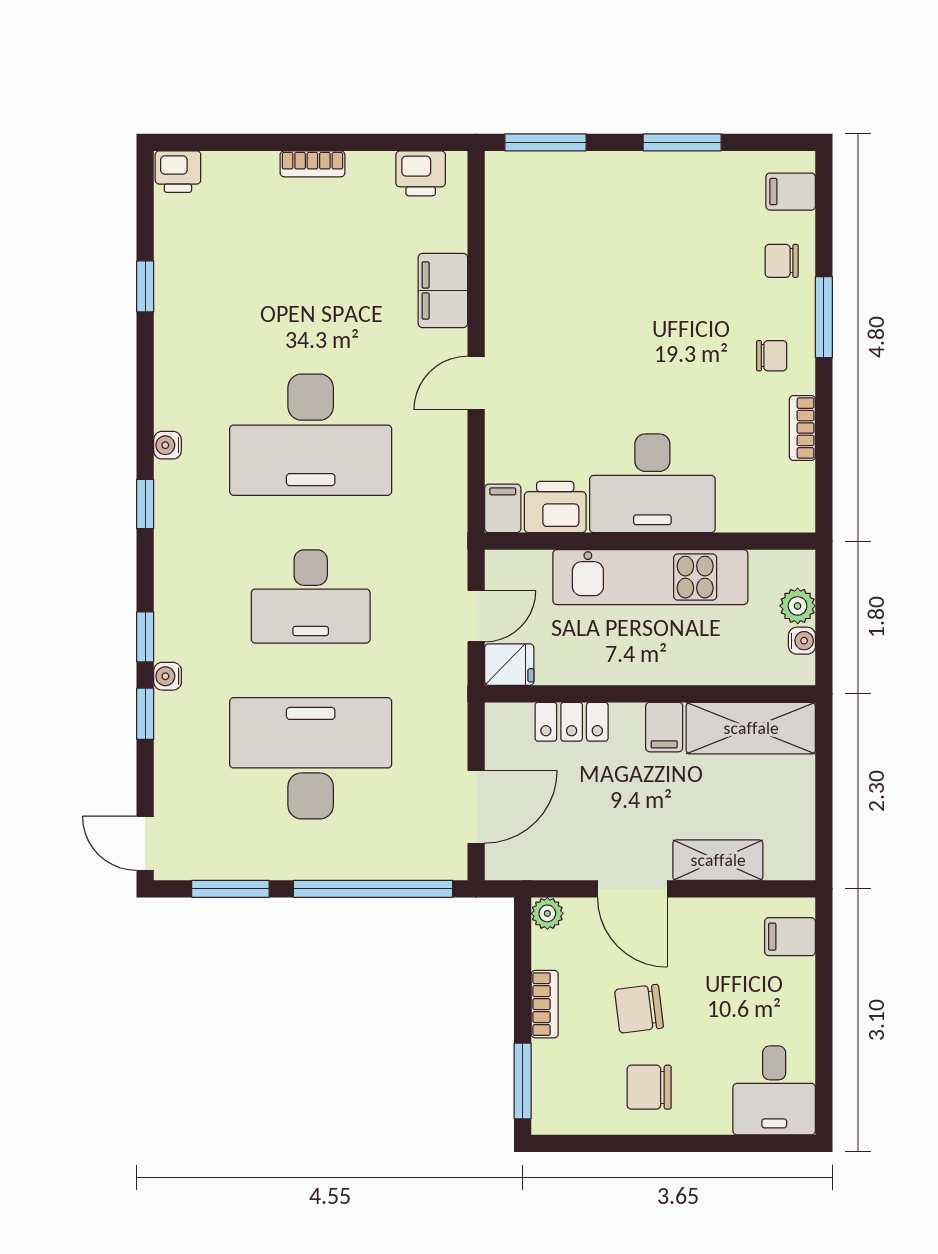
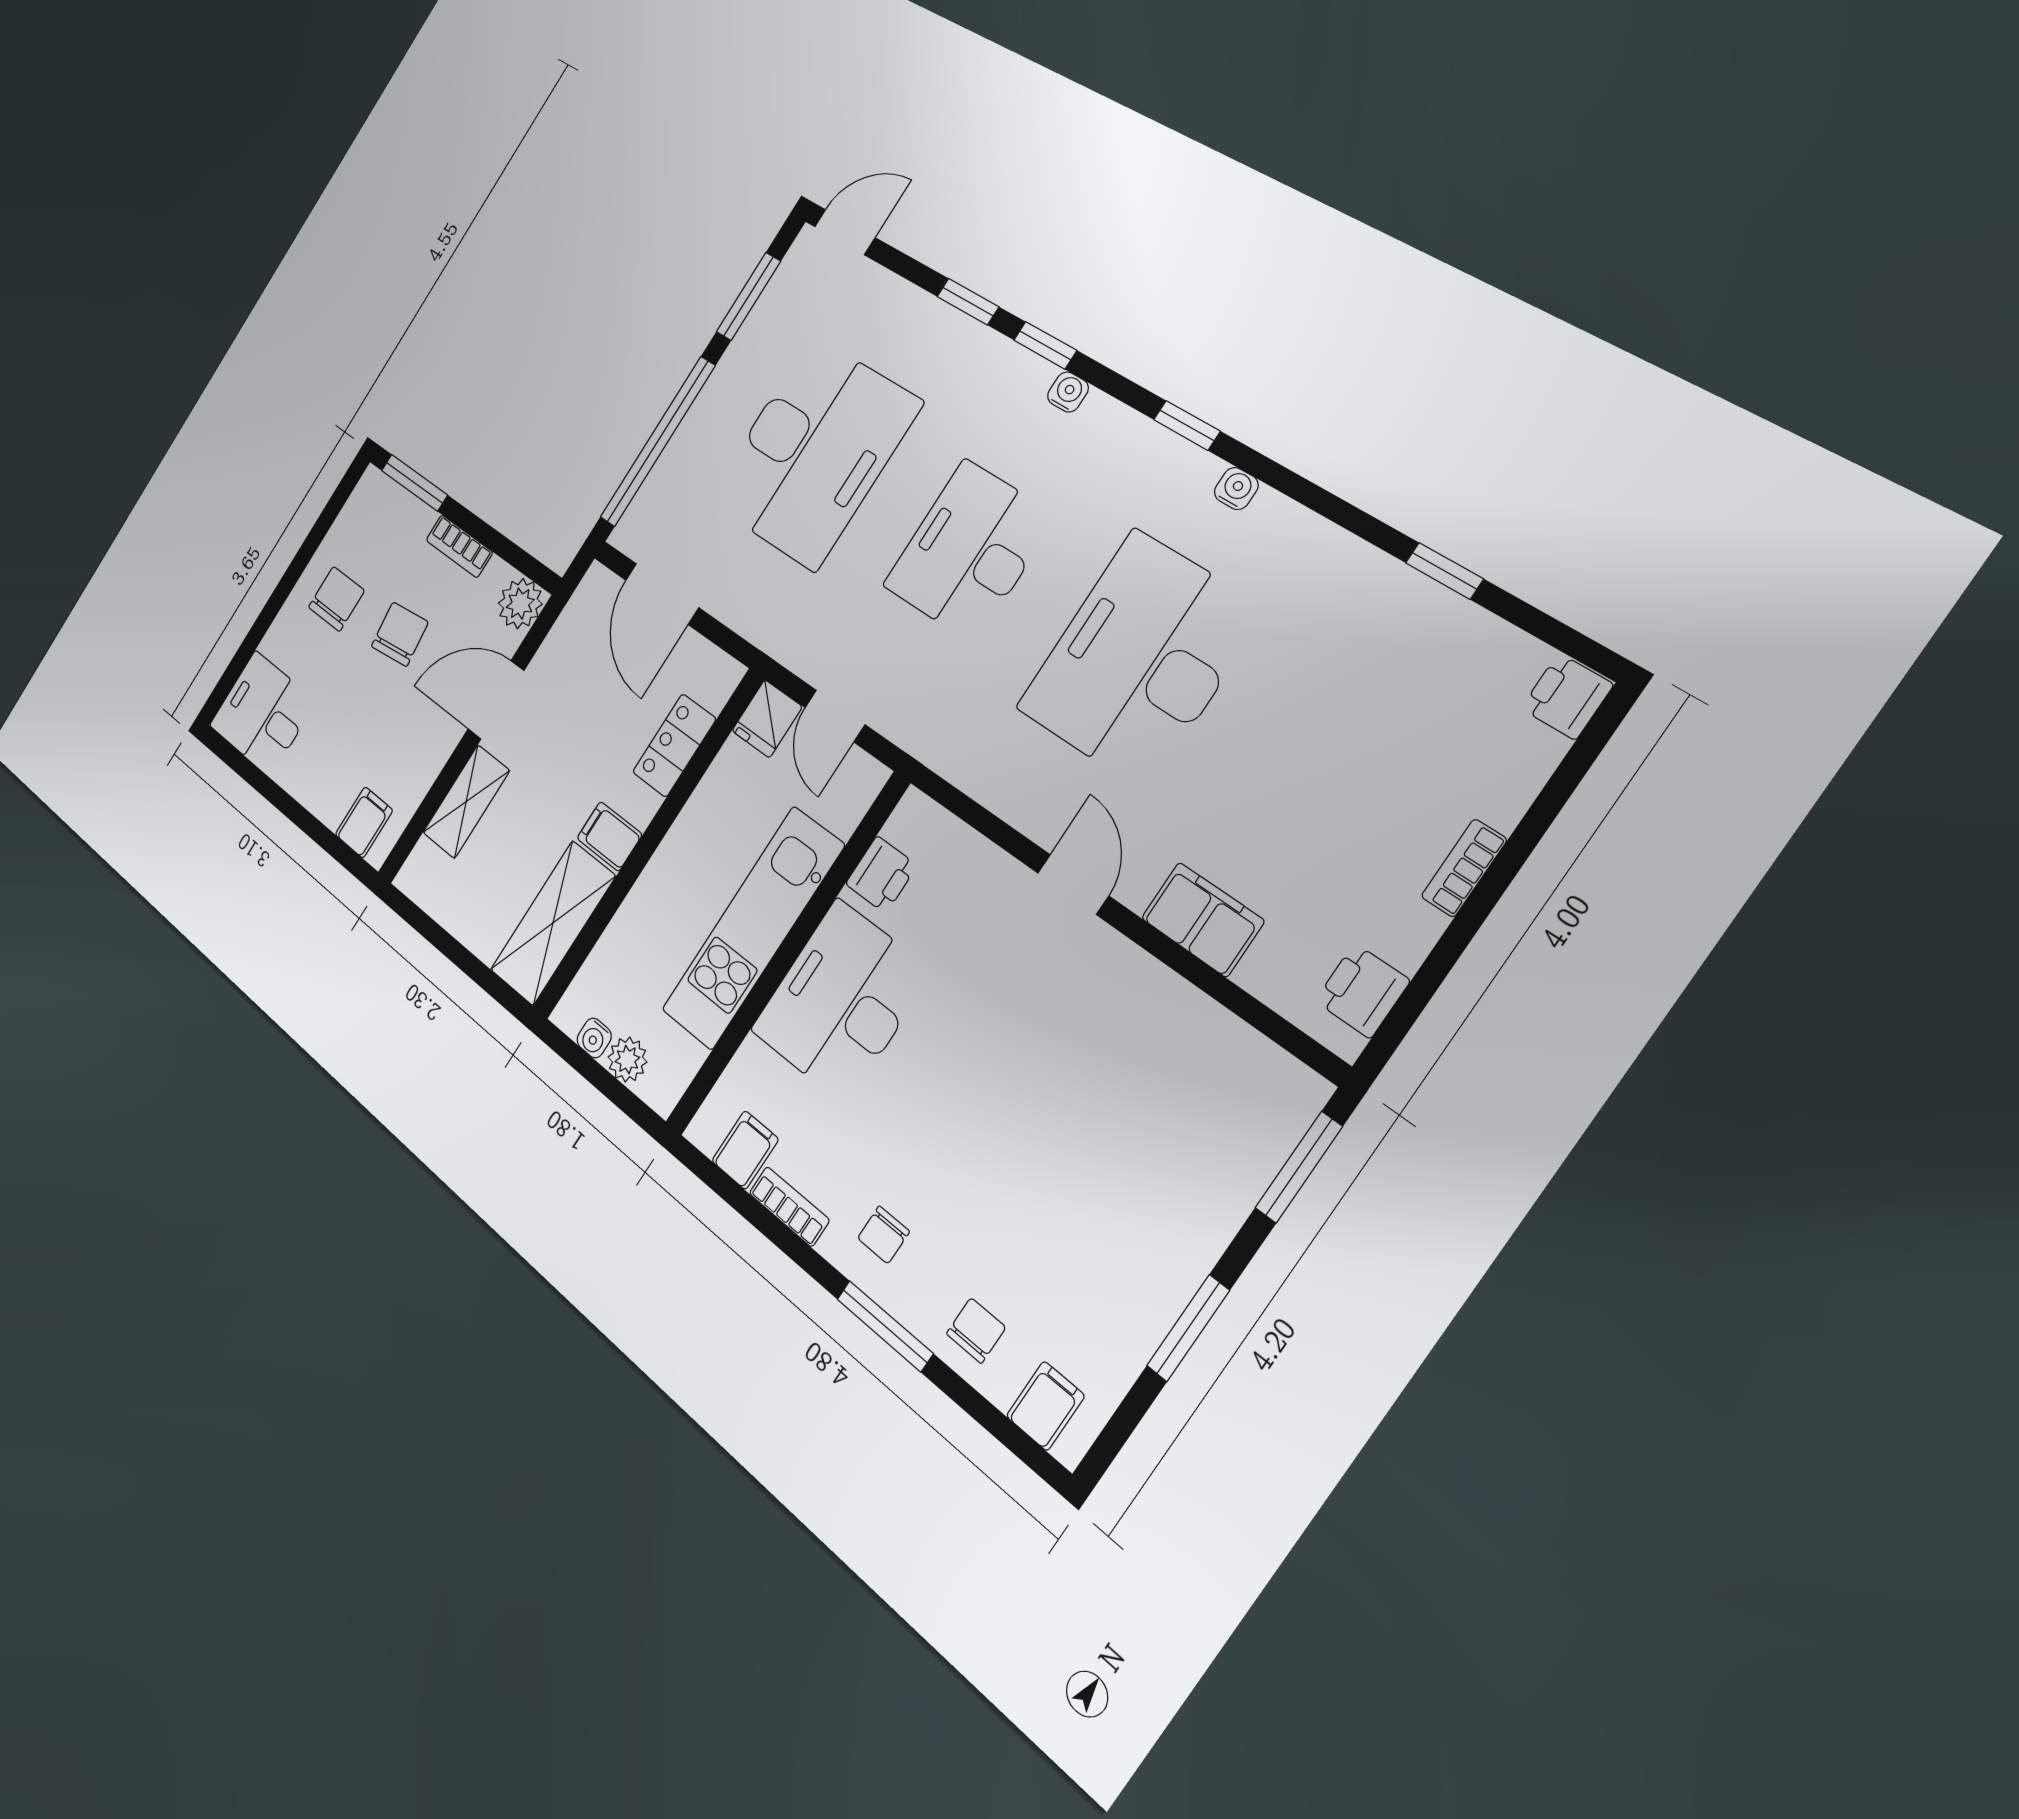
printer: (555, 507) -> (881, 875), width x0.73, depth x0.81
filing cabinet: (503, 508) -> (745, 1150), moved, turned -90
water cooler: (168, 676) -> (1068, 392), moved
plant: (547, 913) -> (520, 604), width x1.38, depth x1.38

